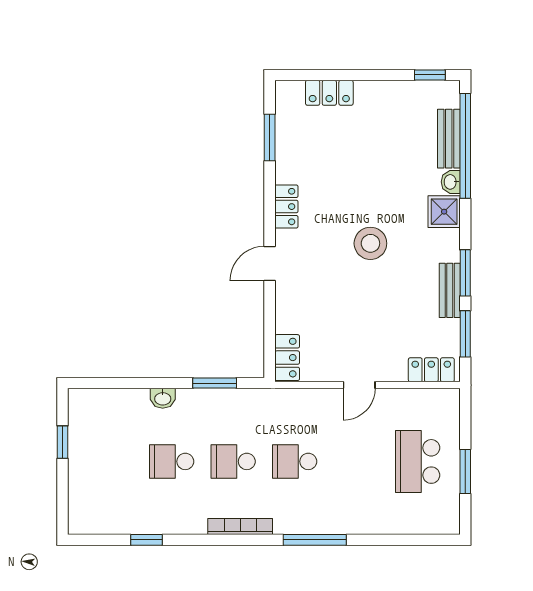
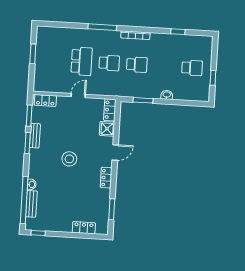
shower: (444, 212) -> (107, 129), moved
school desk: (172, 461) -> (192, 68), moved
school desk: (418, 461) -> (82, 61), moved

